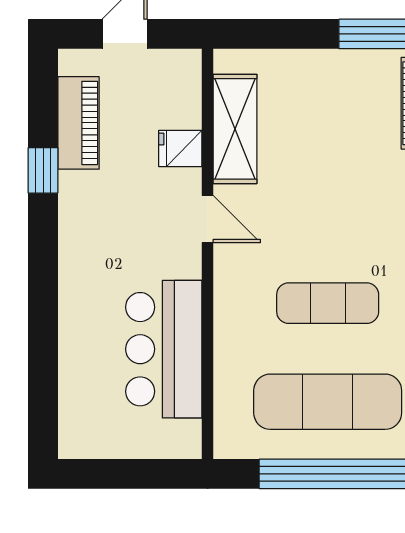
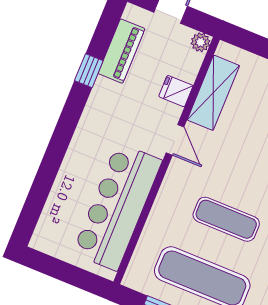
plant: (187, 64) -> (201, 42), added
bar counter: (164, 349) -> (117, 207), width x1.36

